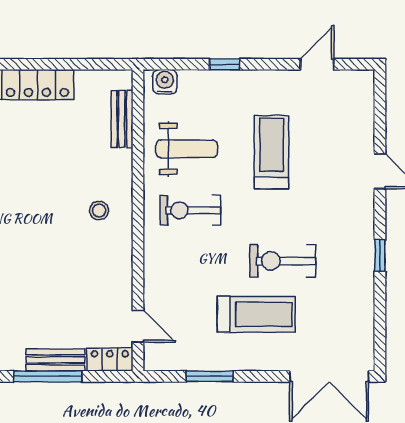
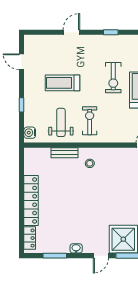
bench: (122, 119) -> (64, 153), moved
exercise bike: (190, 210) -> (90, 121), turned 180

